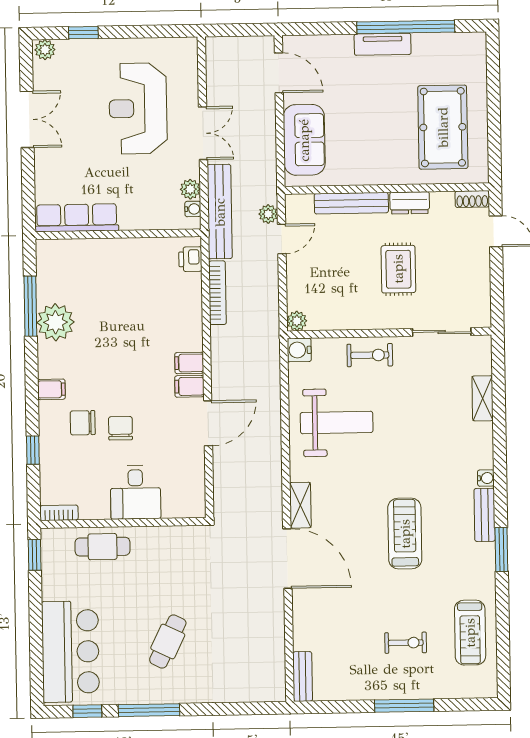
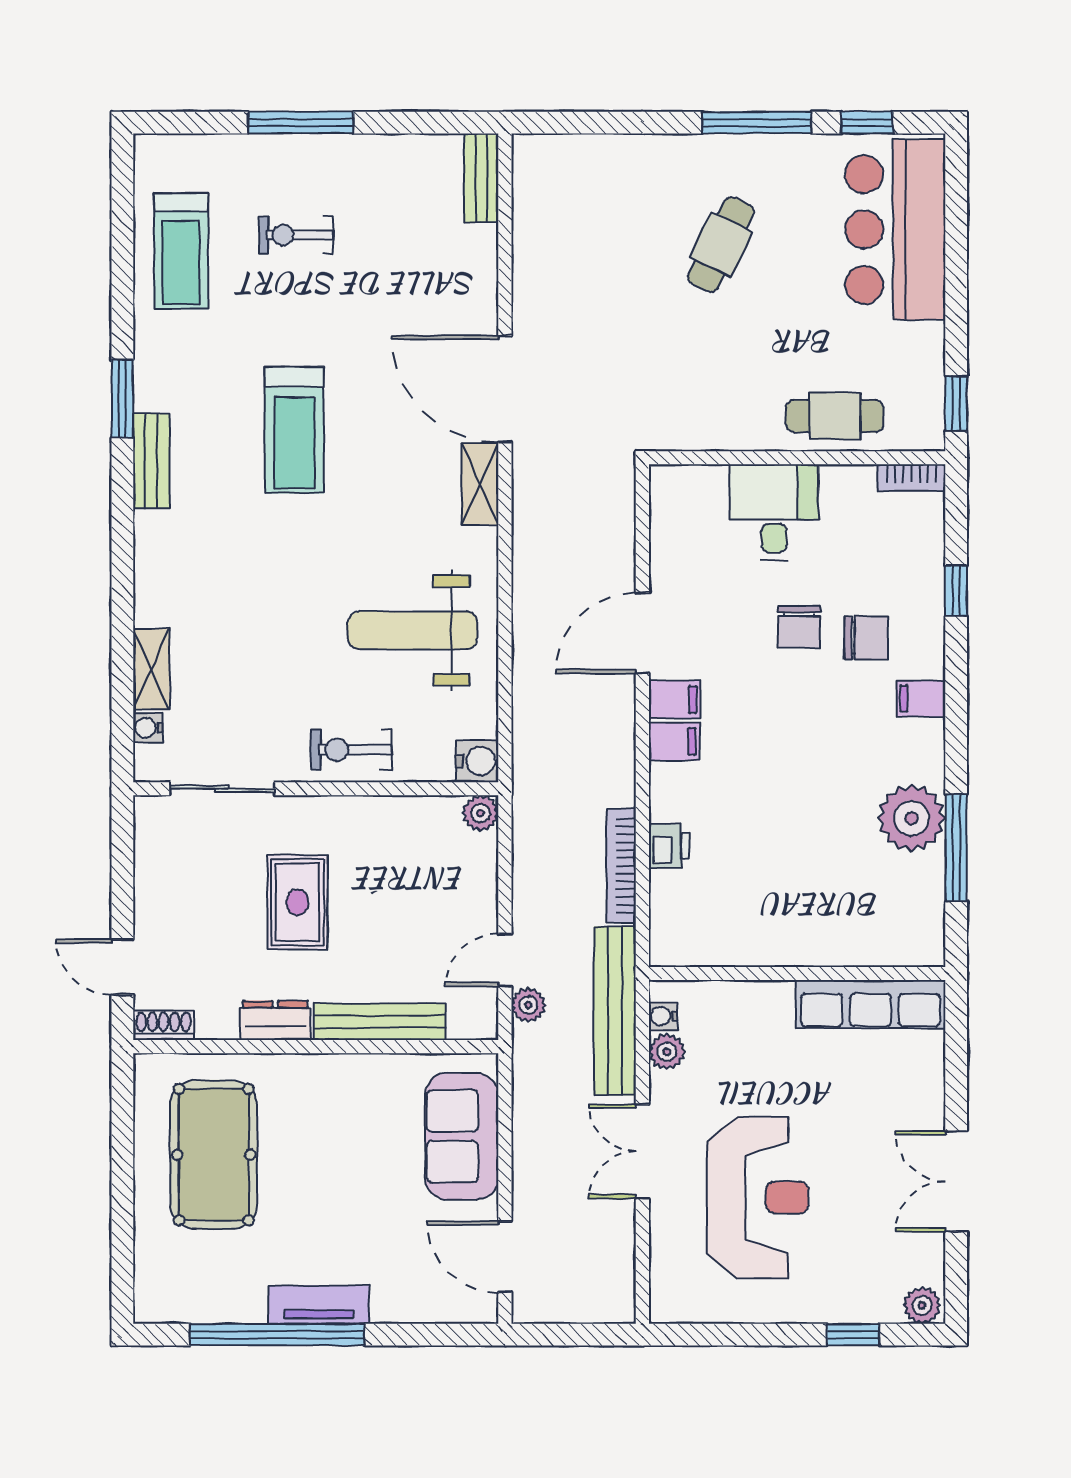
printer: (190, 259) -> (669, 846), moved
water cooler: (486, 478) -> (148, 728), moved
treadmill: (470, 633) -> (181, 251), turned 180

